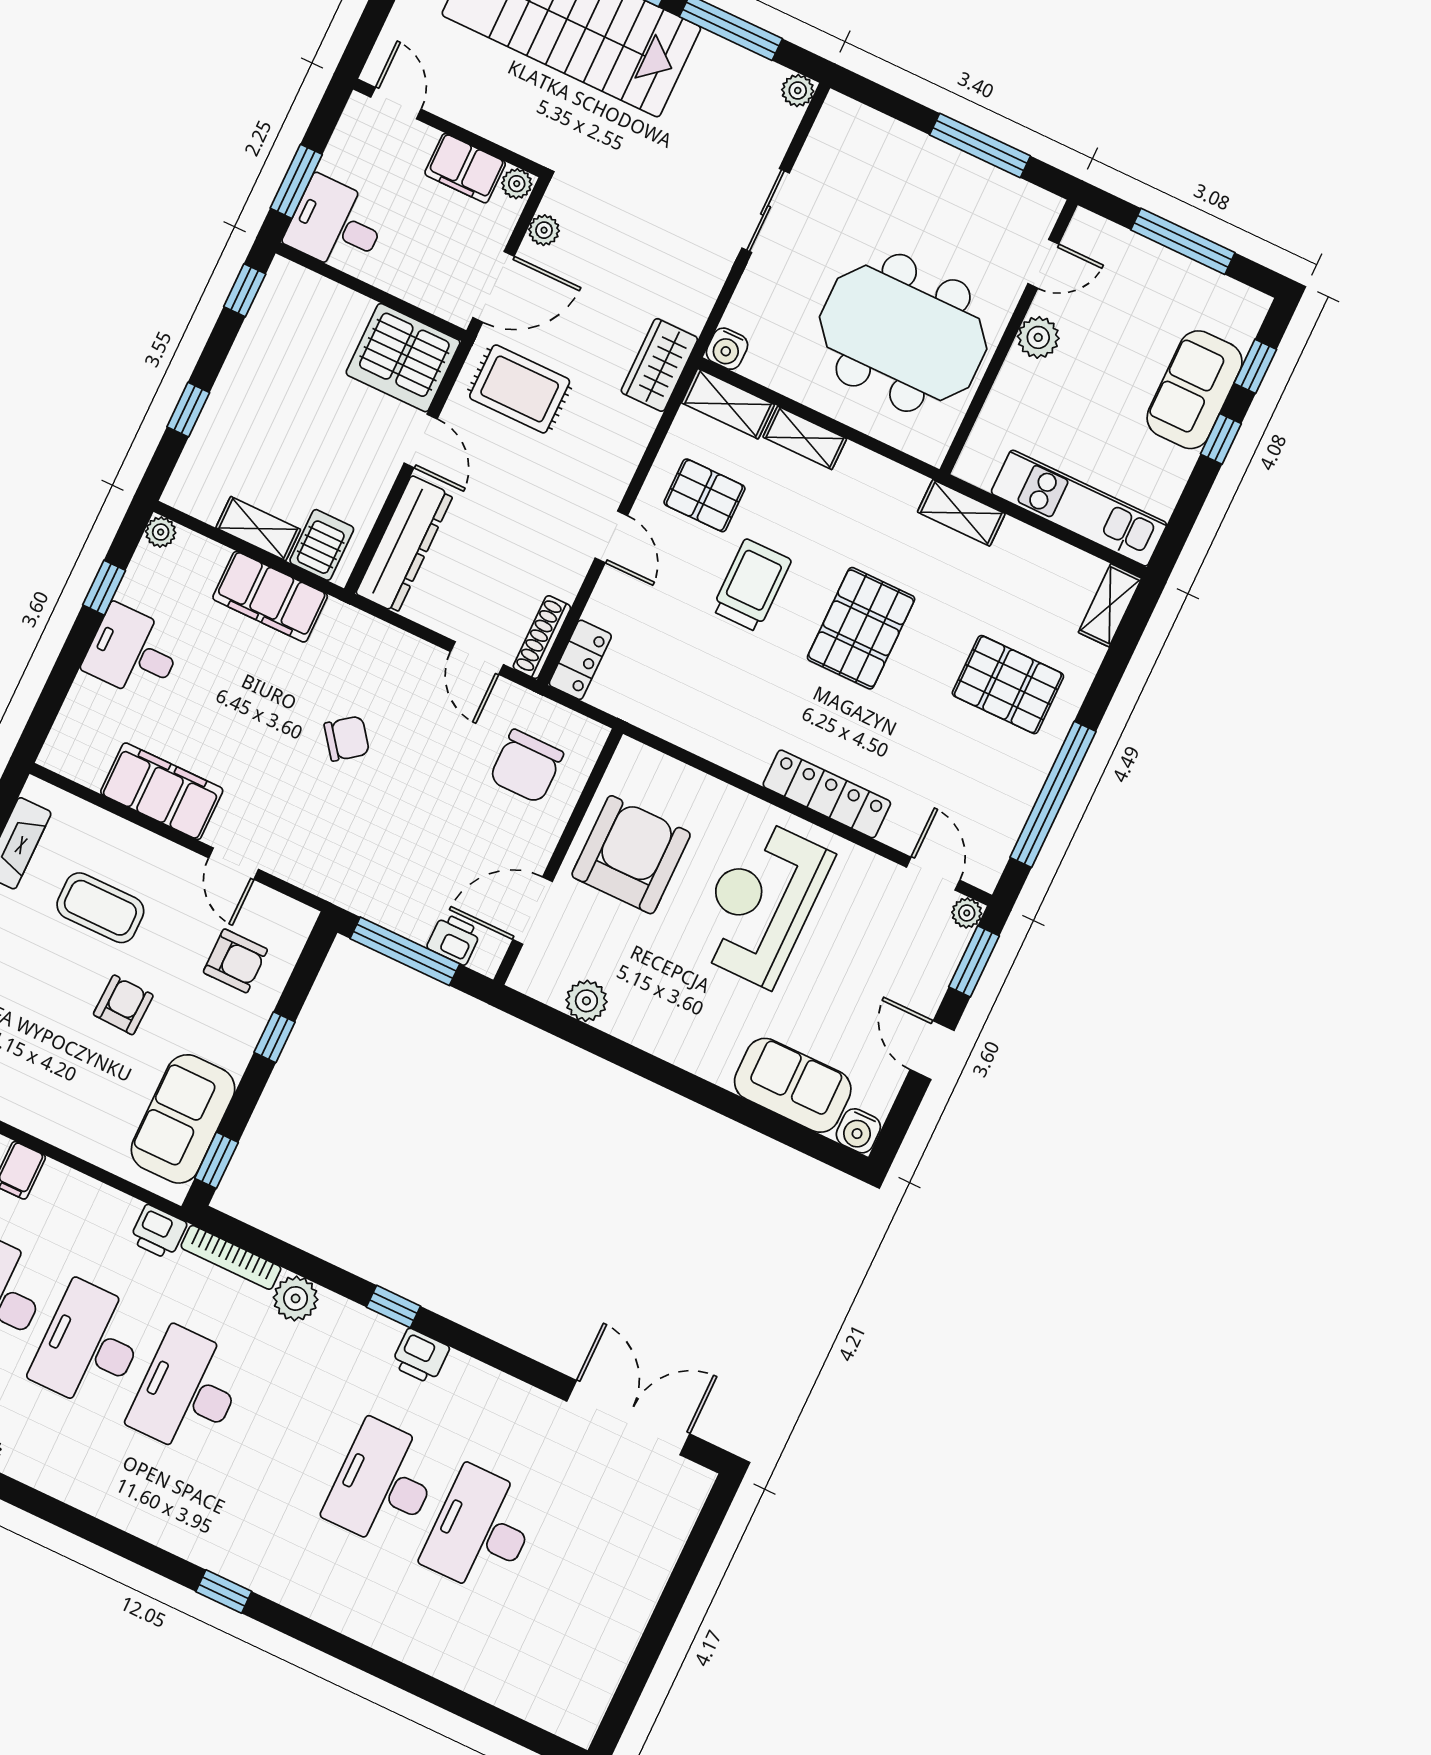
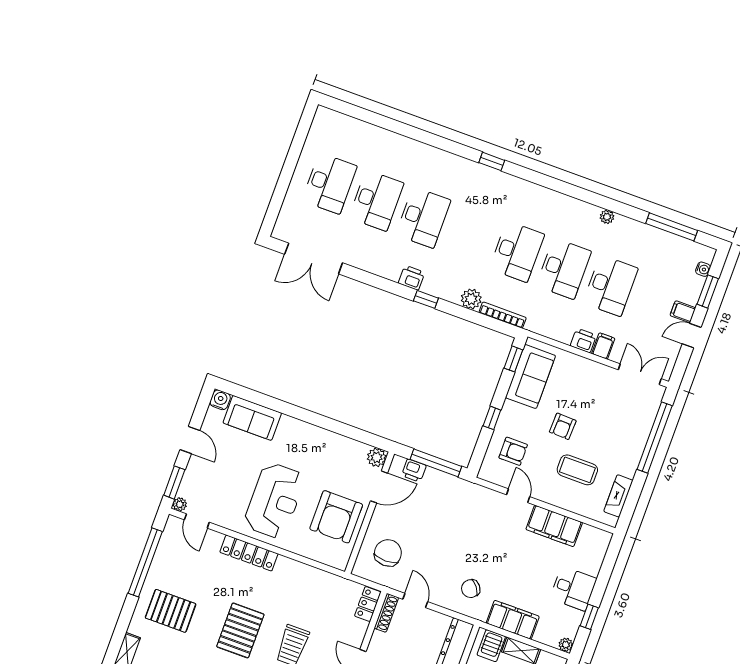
chair: (347, 739) -> (471, 589), moved
armchair: (235, 961) -> (513, 451), turned 180
plant: (586, 1001) -> (377, 457), moved
printer: (158, 1232) -> (583, 340), moved
desk: (579, 1577) -> (329, 183), added

